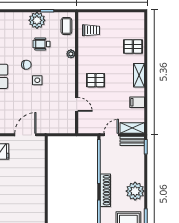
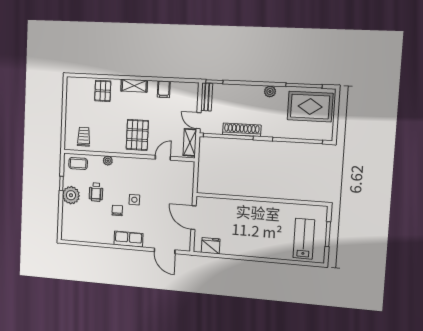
pallet: (96, 80) -> (137, 135), width x1.50, depth x1.42
shelving: (132, 128) -> (190, 142), moved
shoe rack: (105, 190) -> (242, 130), moved
plant: (135, 191) -> (270, 91), width x0.53, depth x0.53

